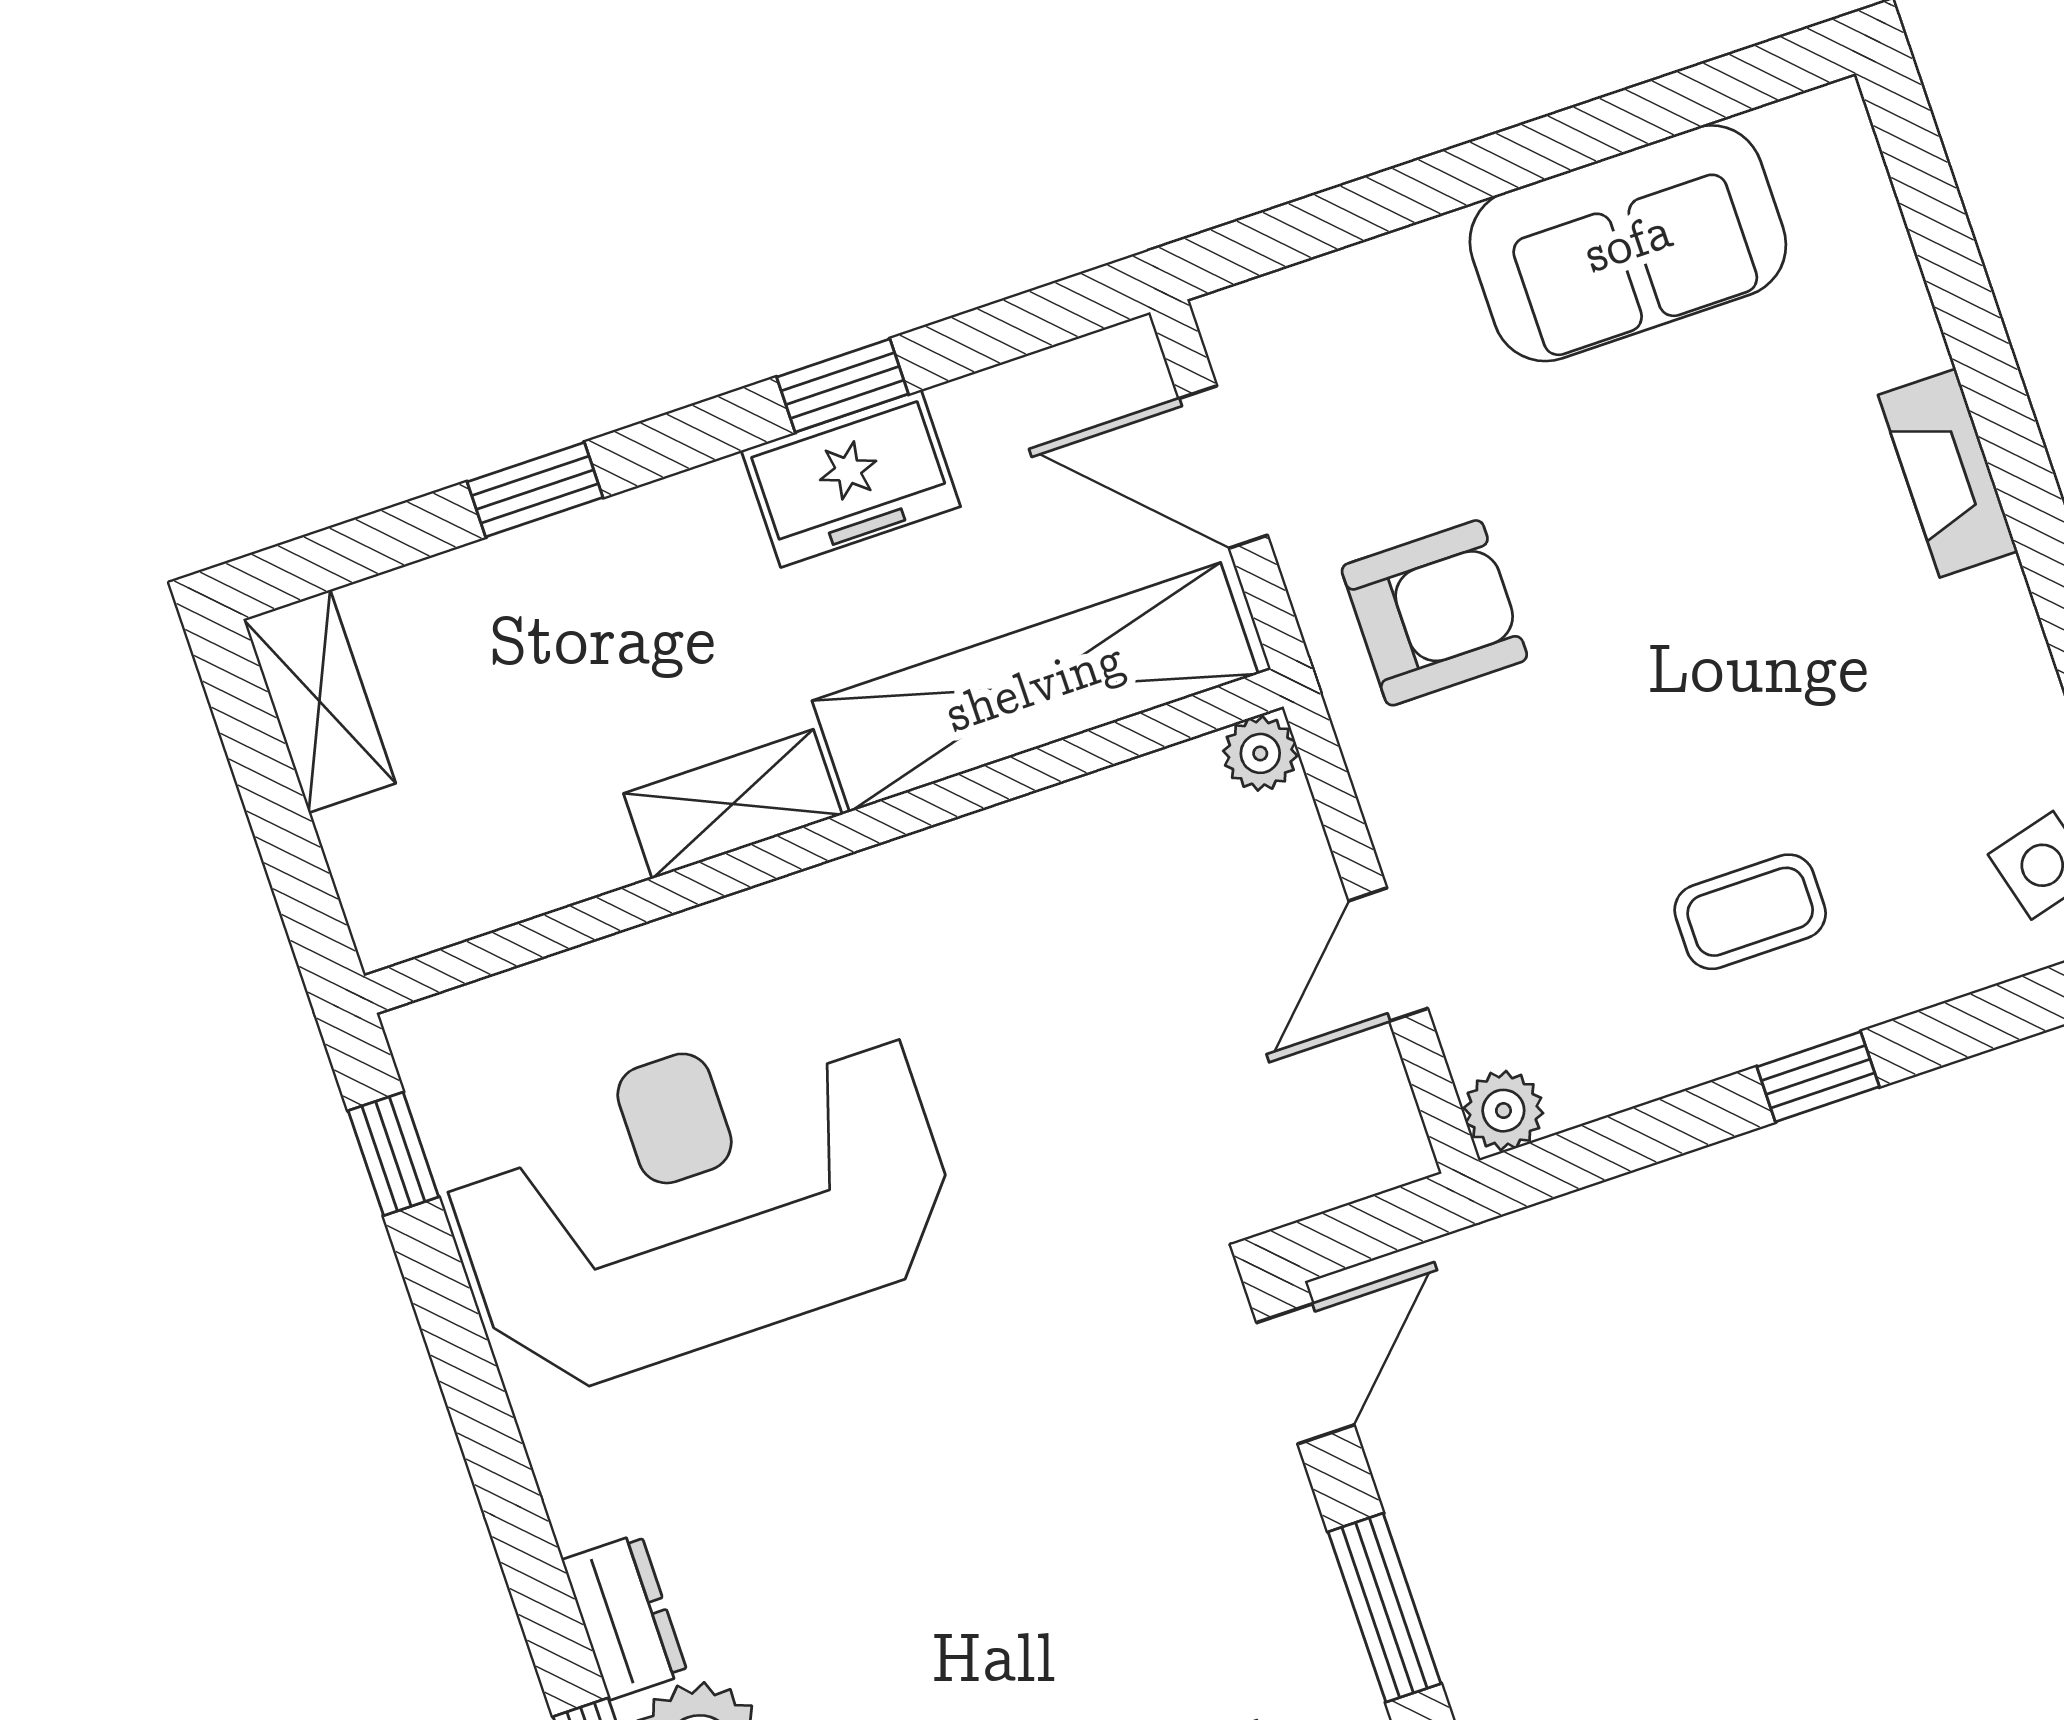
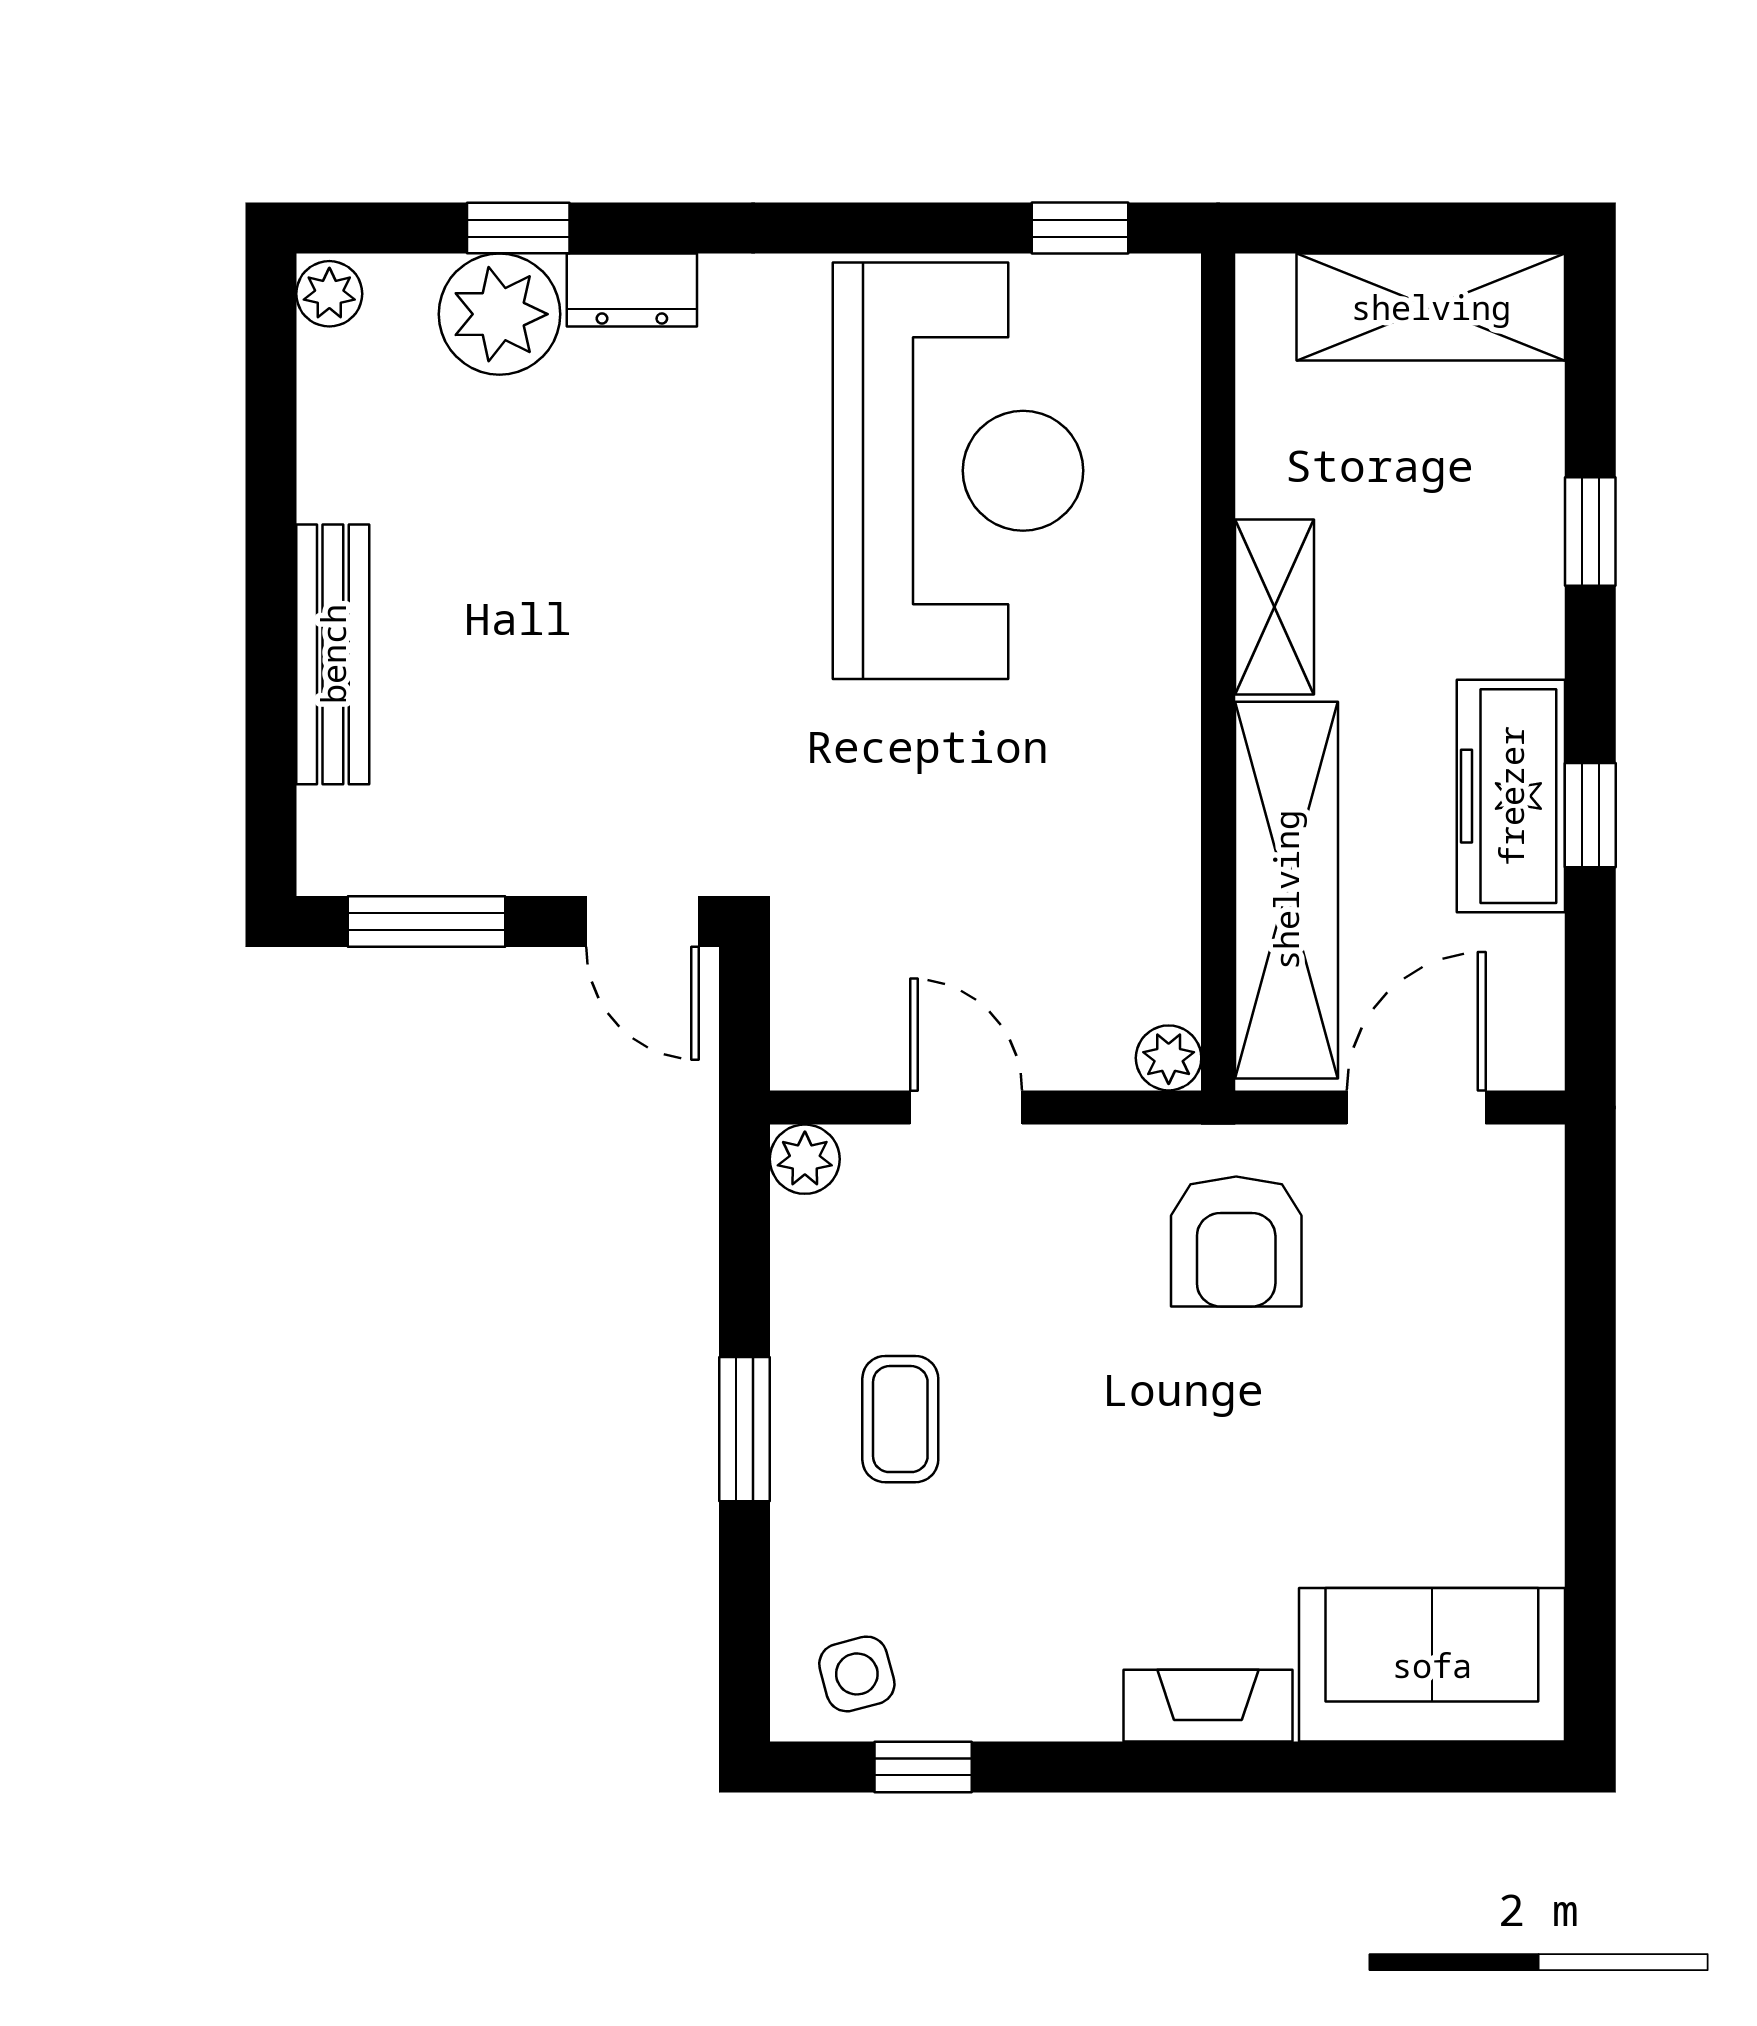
sofa: (1628, 243) -> (1432, 1665), moved, turned 90
freezer: (851, 479) -> (1511, 796), width x1.40
shelving: (319, 701) -> (1431, 307), width x1.50, depth x1.33
window: (1818, 1077) -> (745, 1429), width x1.50

